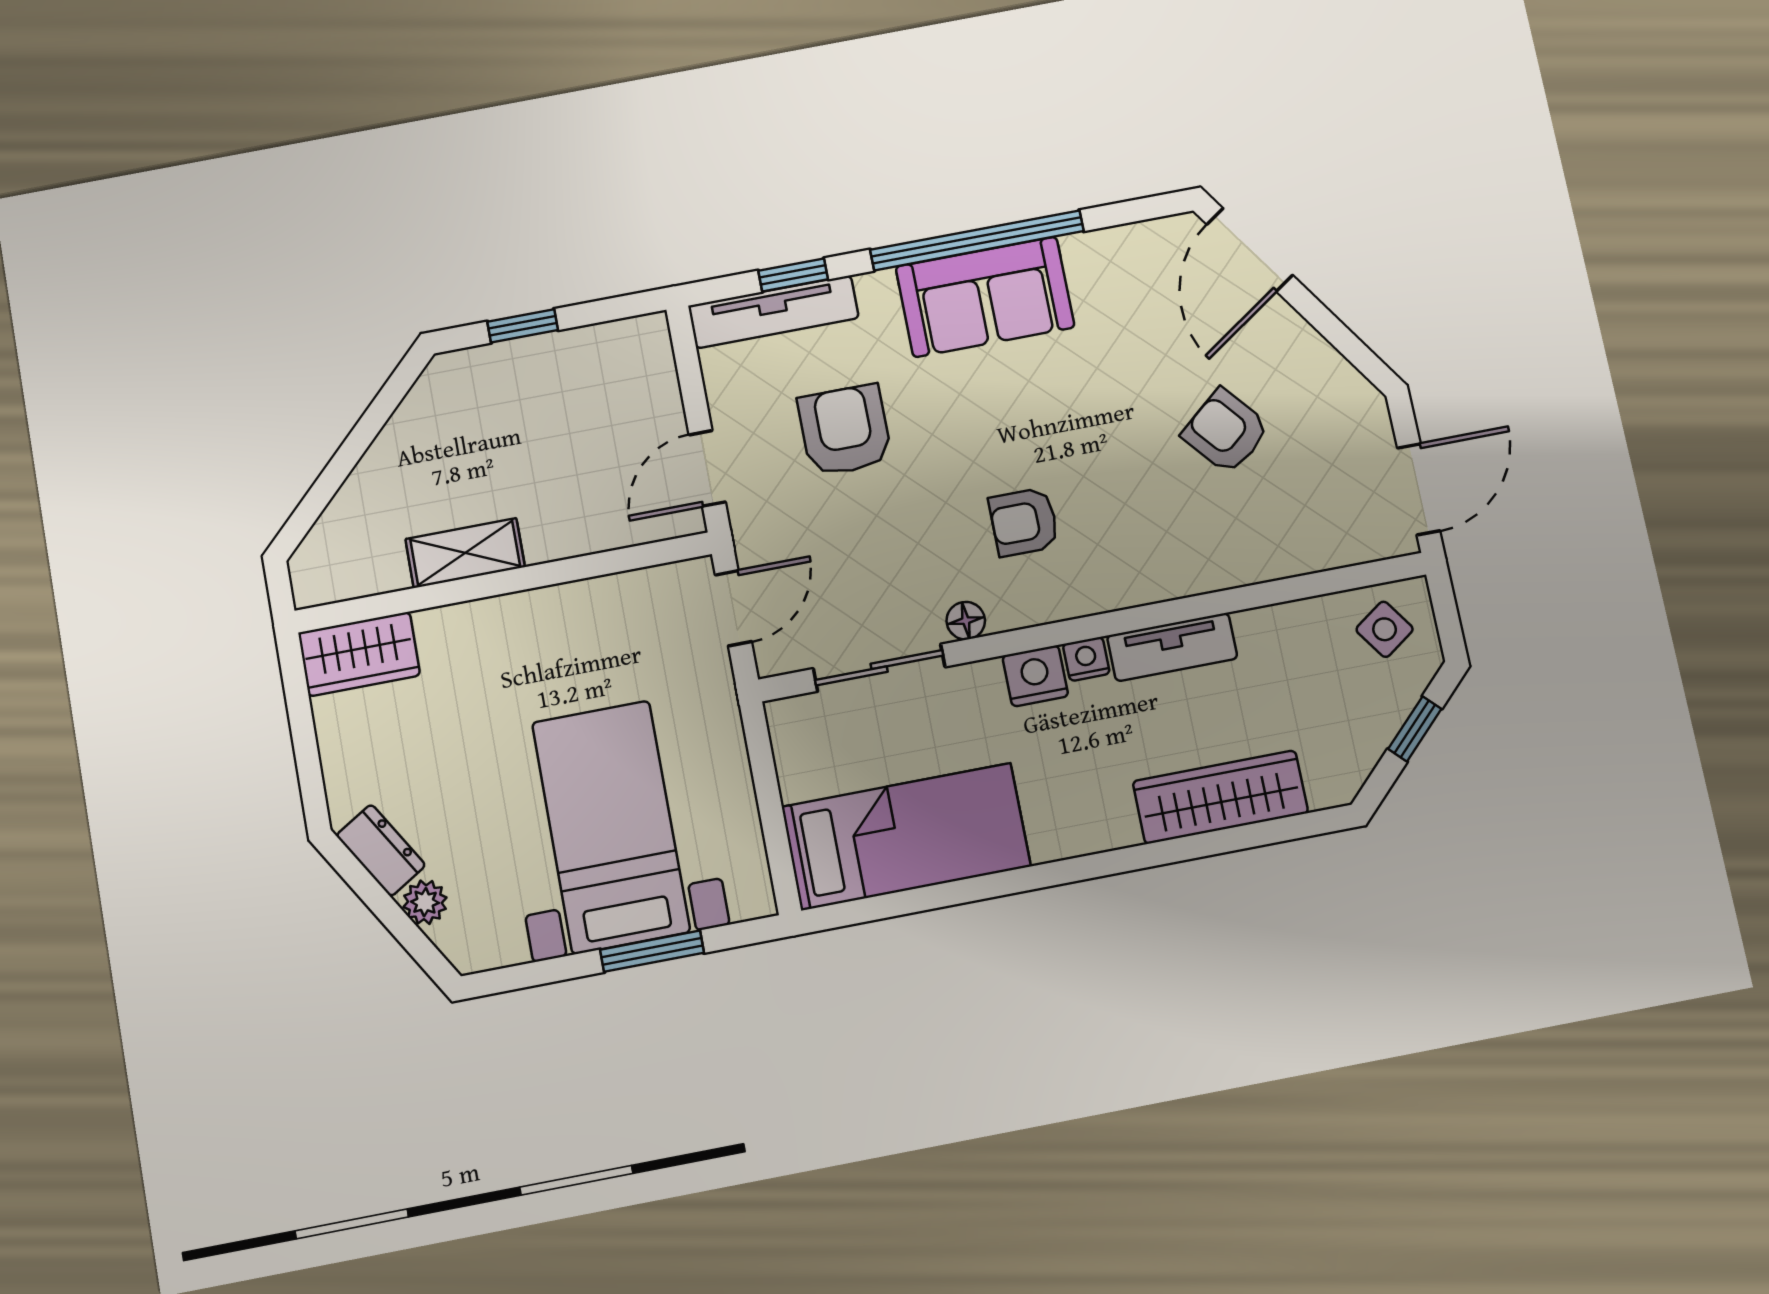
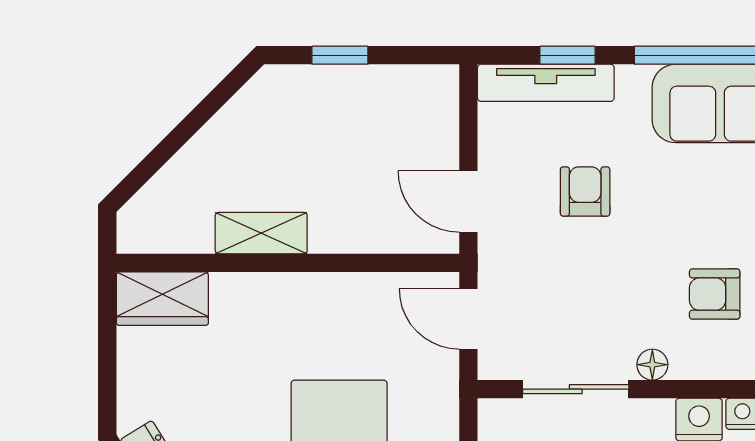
armchair: (845, 430) -> (585, 191), width x0.72, depth x0.72
door: (707, 468) -> (468, 201), hinge flipped
door: (733, 608) -> (468, 319), swing flipped

